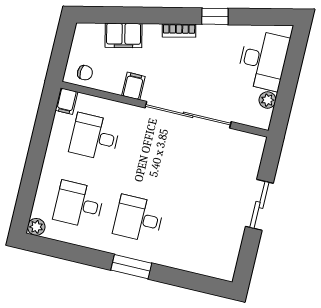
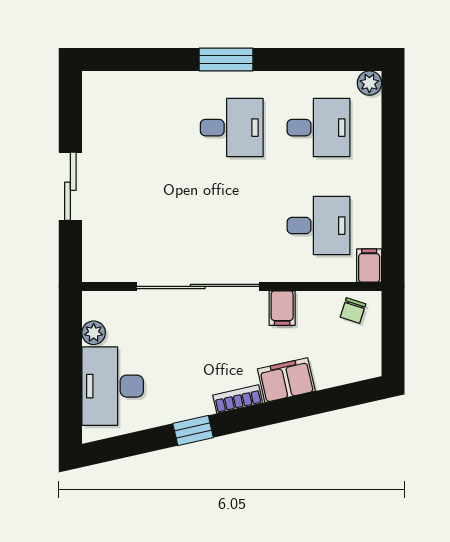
filing cabinet: (124, 35) -> (286, 380), moved
chair: (85, 73) -> (353, 311), turned -74

